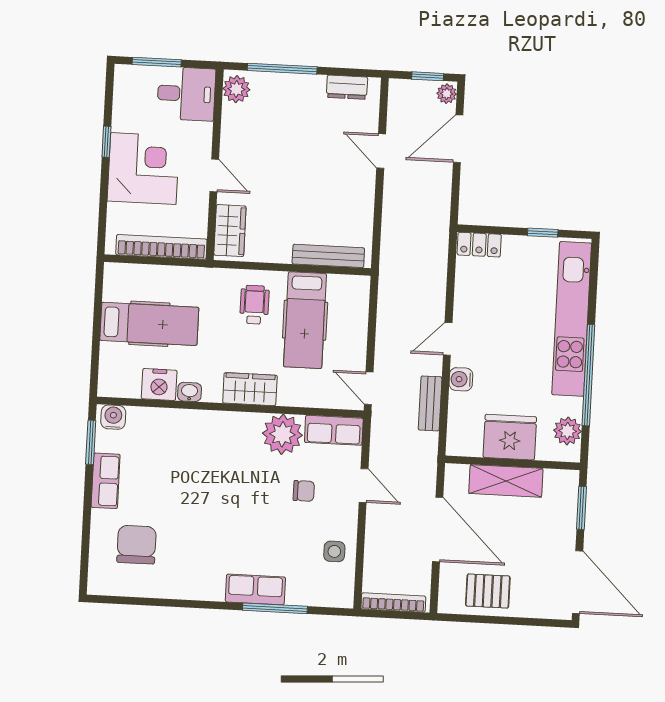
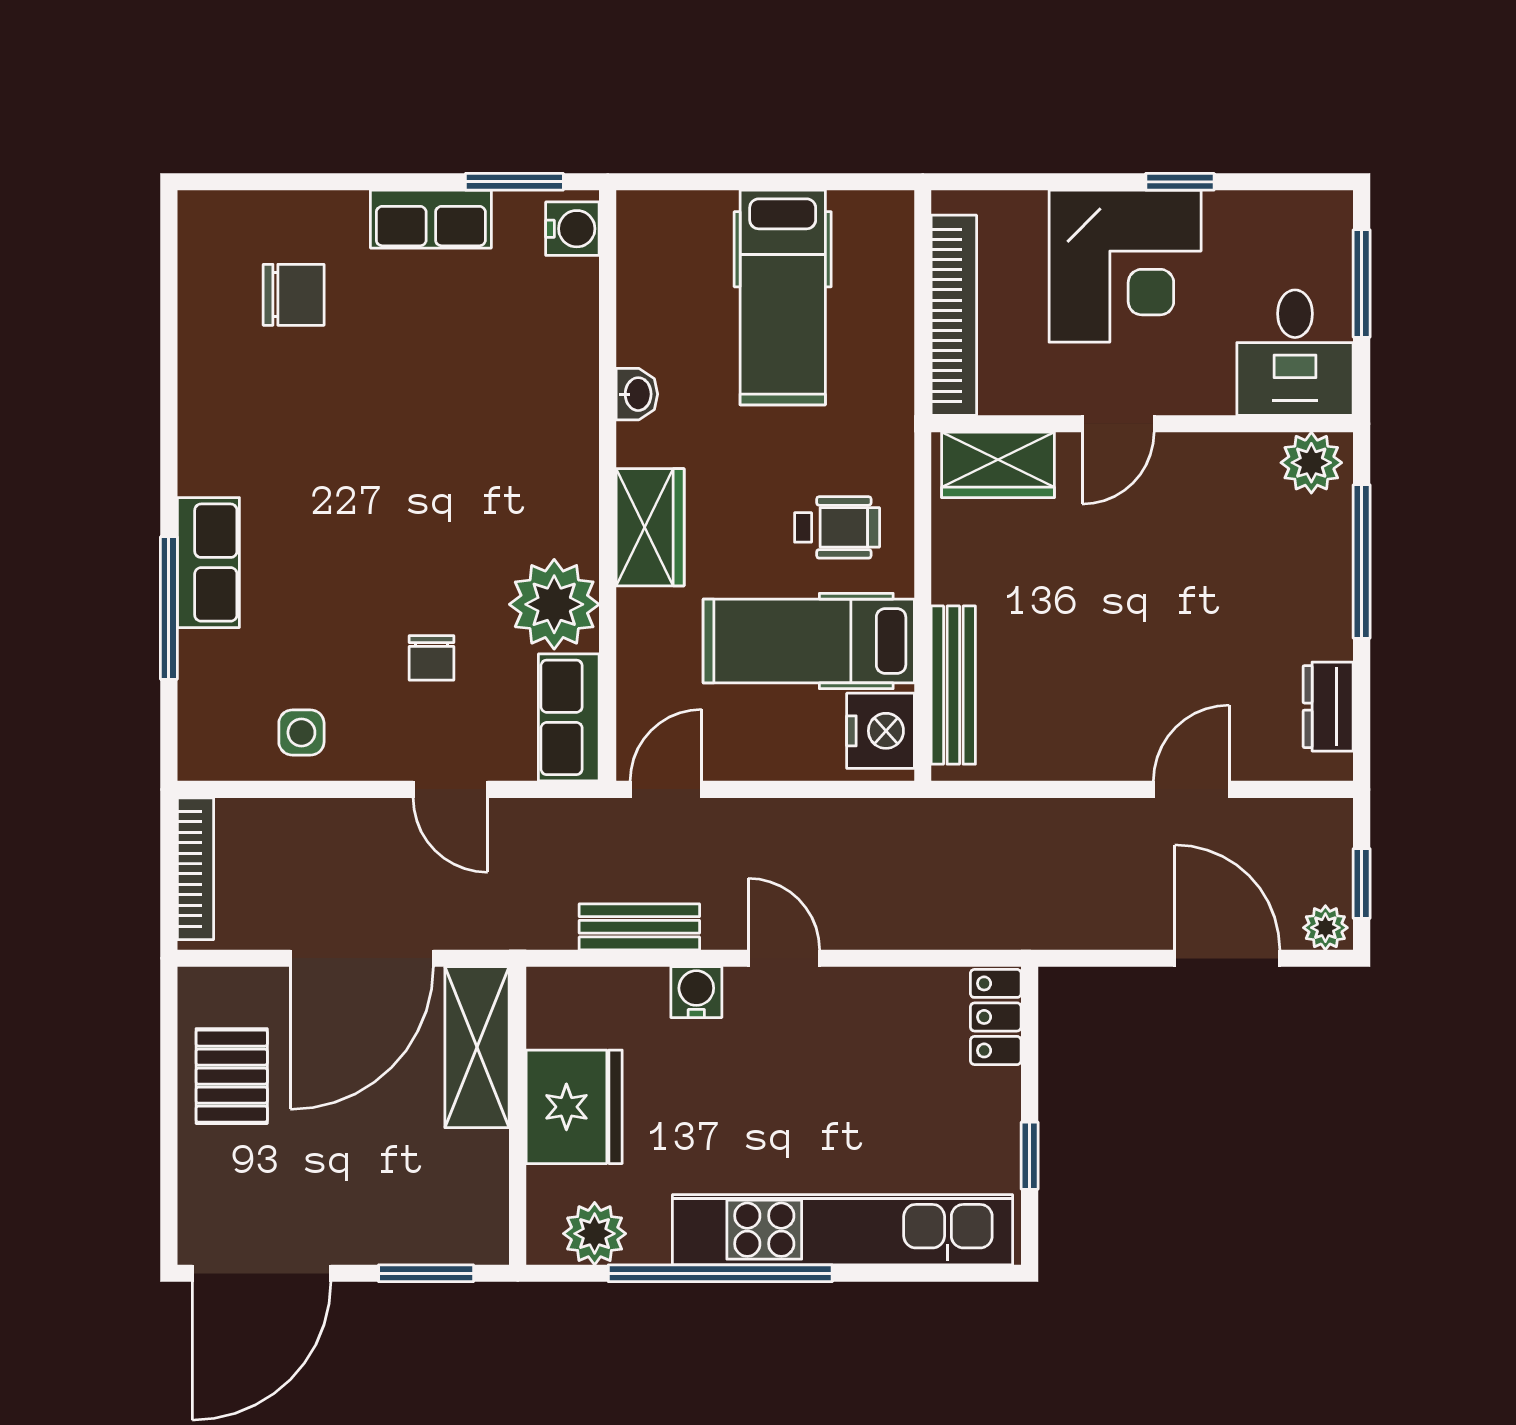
nightstand: (159, 384) -> (881, 731), moved, turned 180
shelving: (506, 481) -> (477, 1047), moved
door: (364, 486) -> (450, 789), hinge flipped
chair: (137, 545) -> (294, 295), width x0.73, depth x0.73

